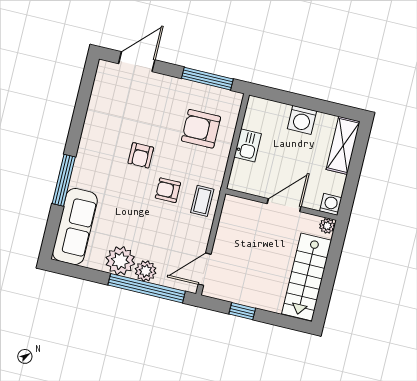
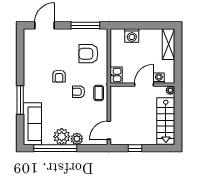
washing machine: (302, 120) -> (132, 36), moved
kitchen sink: (248, 145) -> (116, 75), moved
washing machine: (331, 204) -> (159, 78), moved
window: (147, 288) -> (55, 148), moved

